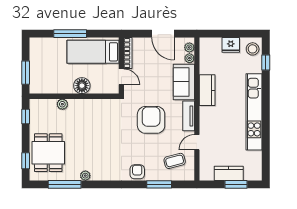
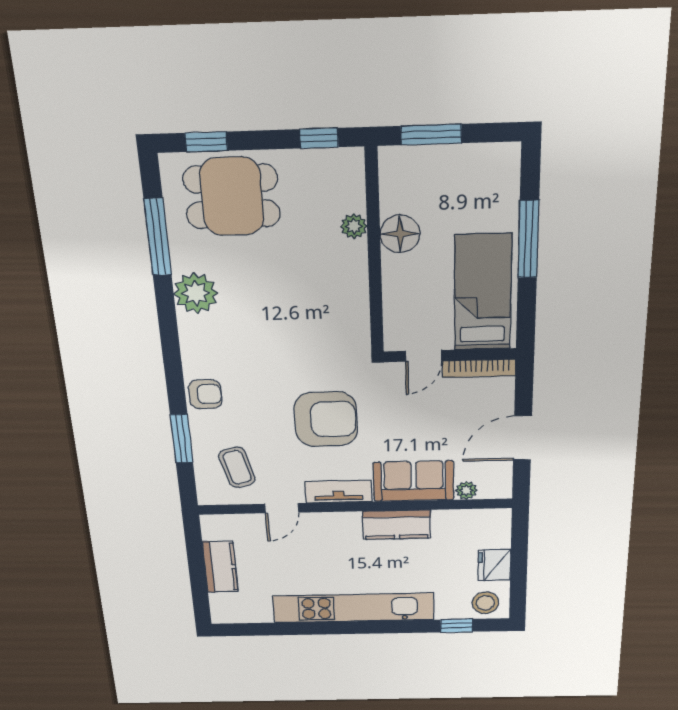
plant: (189, 47) -> (490, 490), removed
floor lamp: (82, 86) -> (400, 234), moved
door: (197, 142) -> (282, 508), swing flipped
plant: (85, 176) -> (196, 293), width x1.87, depth x1.87
window: (236, 184) -> (198, 580), removed

